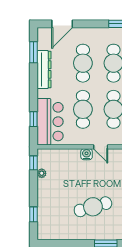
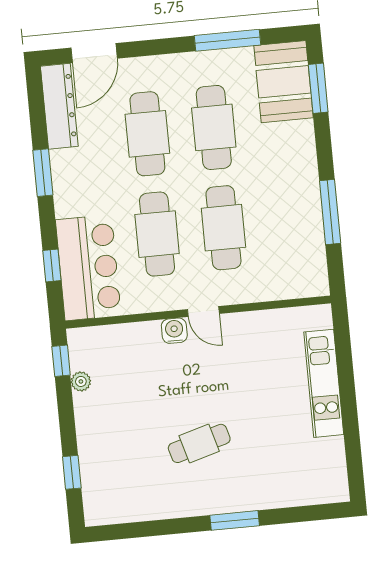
window: (34, 52) -> (43, 173), moved
dresser: (44, 70) -> (59, 106), moved
cafe table: (93, 207) -> (199, 443), width x0.73, depth x0.74

